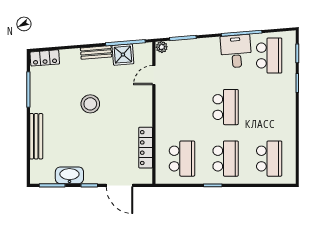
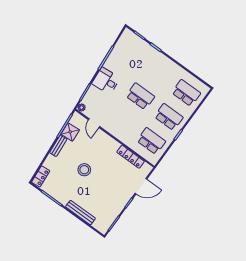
desk: (236, 51) -> (106, 81), moved
school desk: (269, 56) -> (129, 52), removed
washbasin: (69, 175) -> (115, 210), removed

